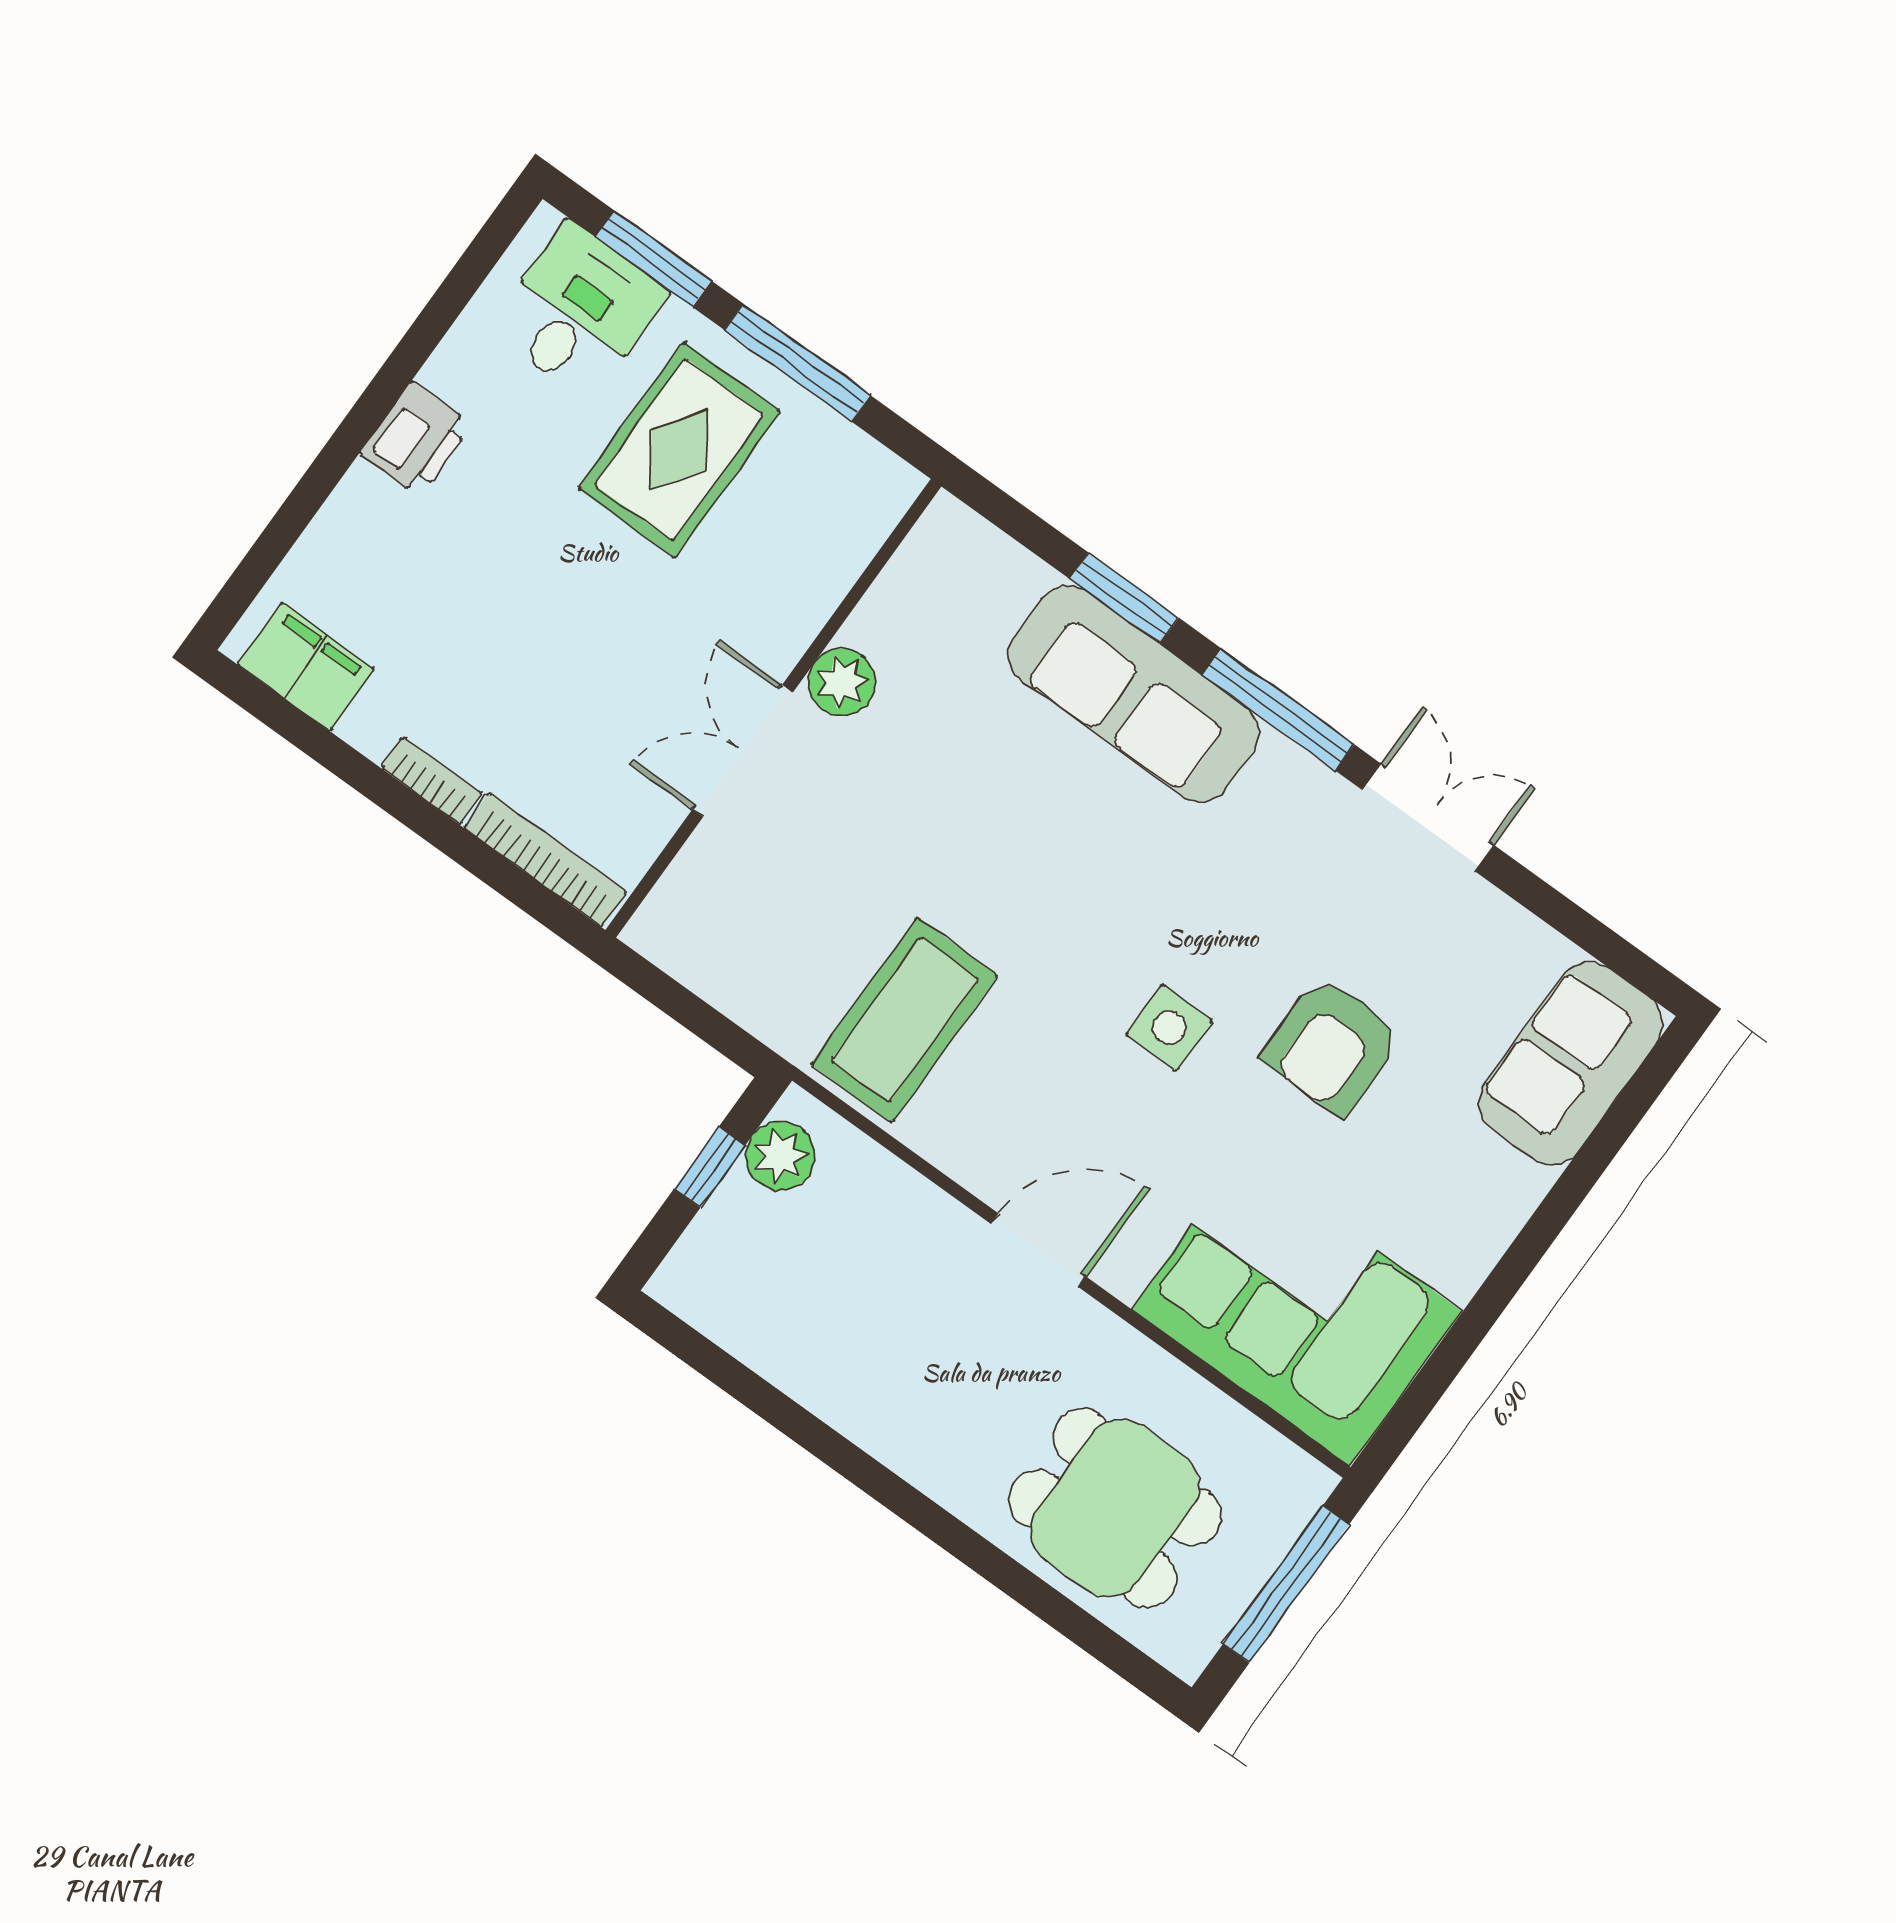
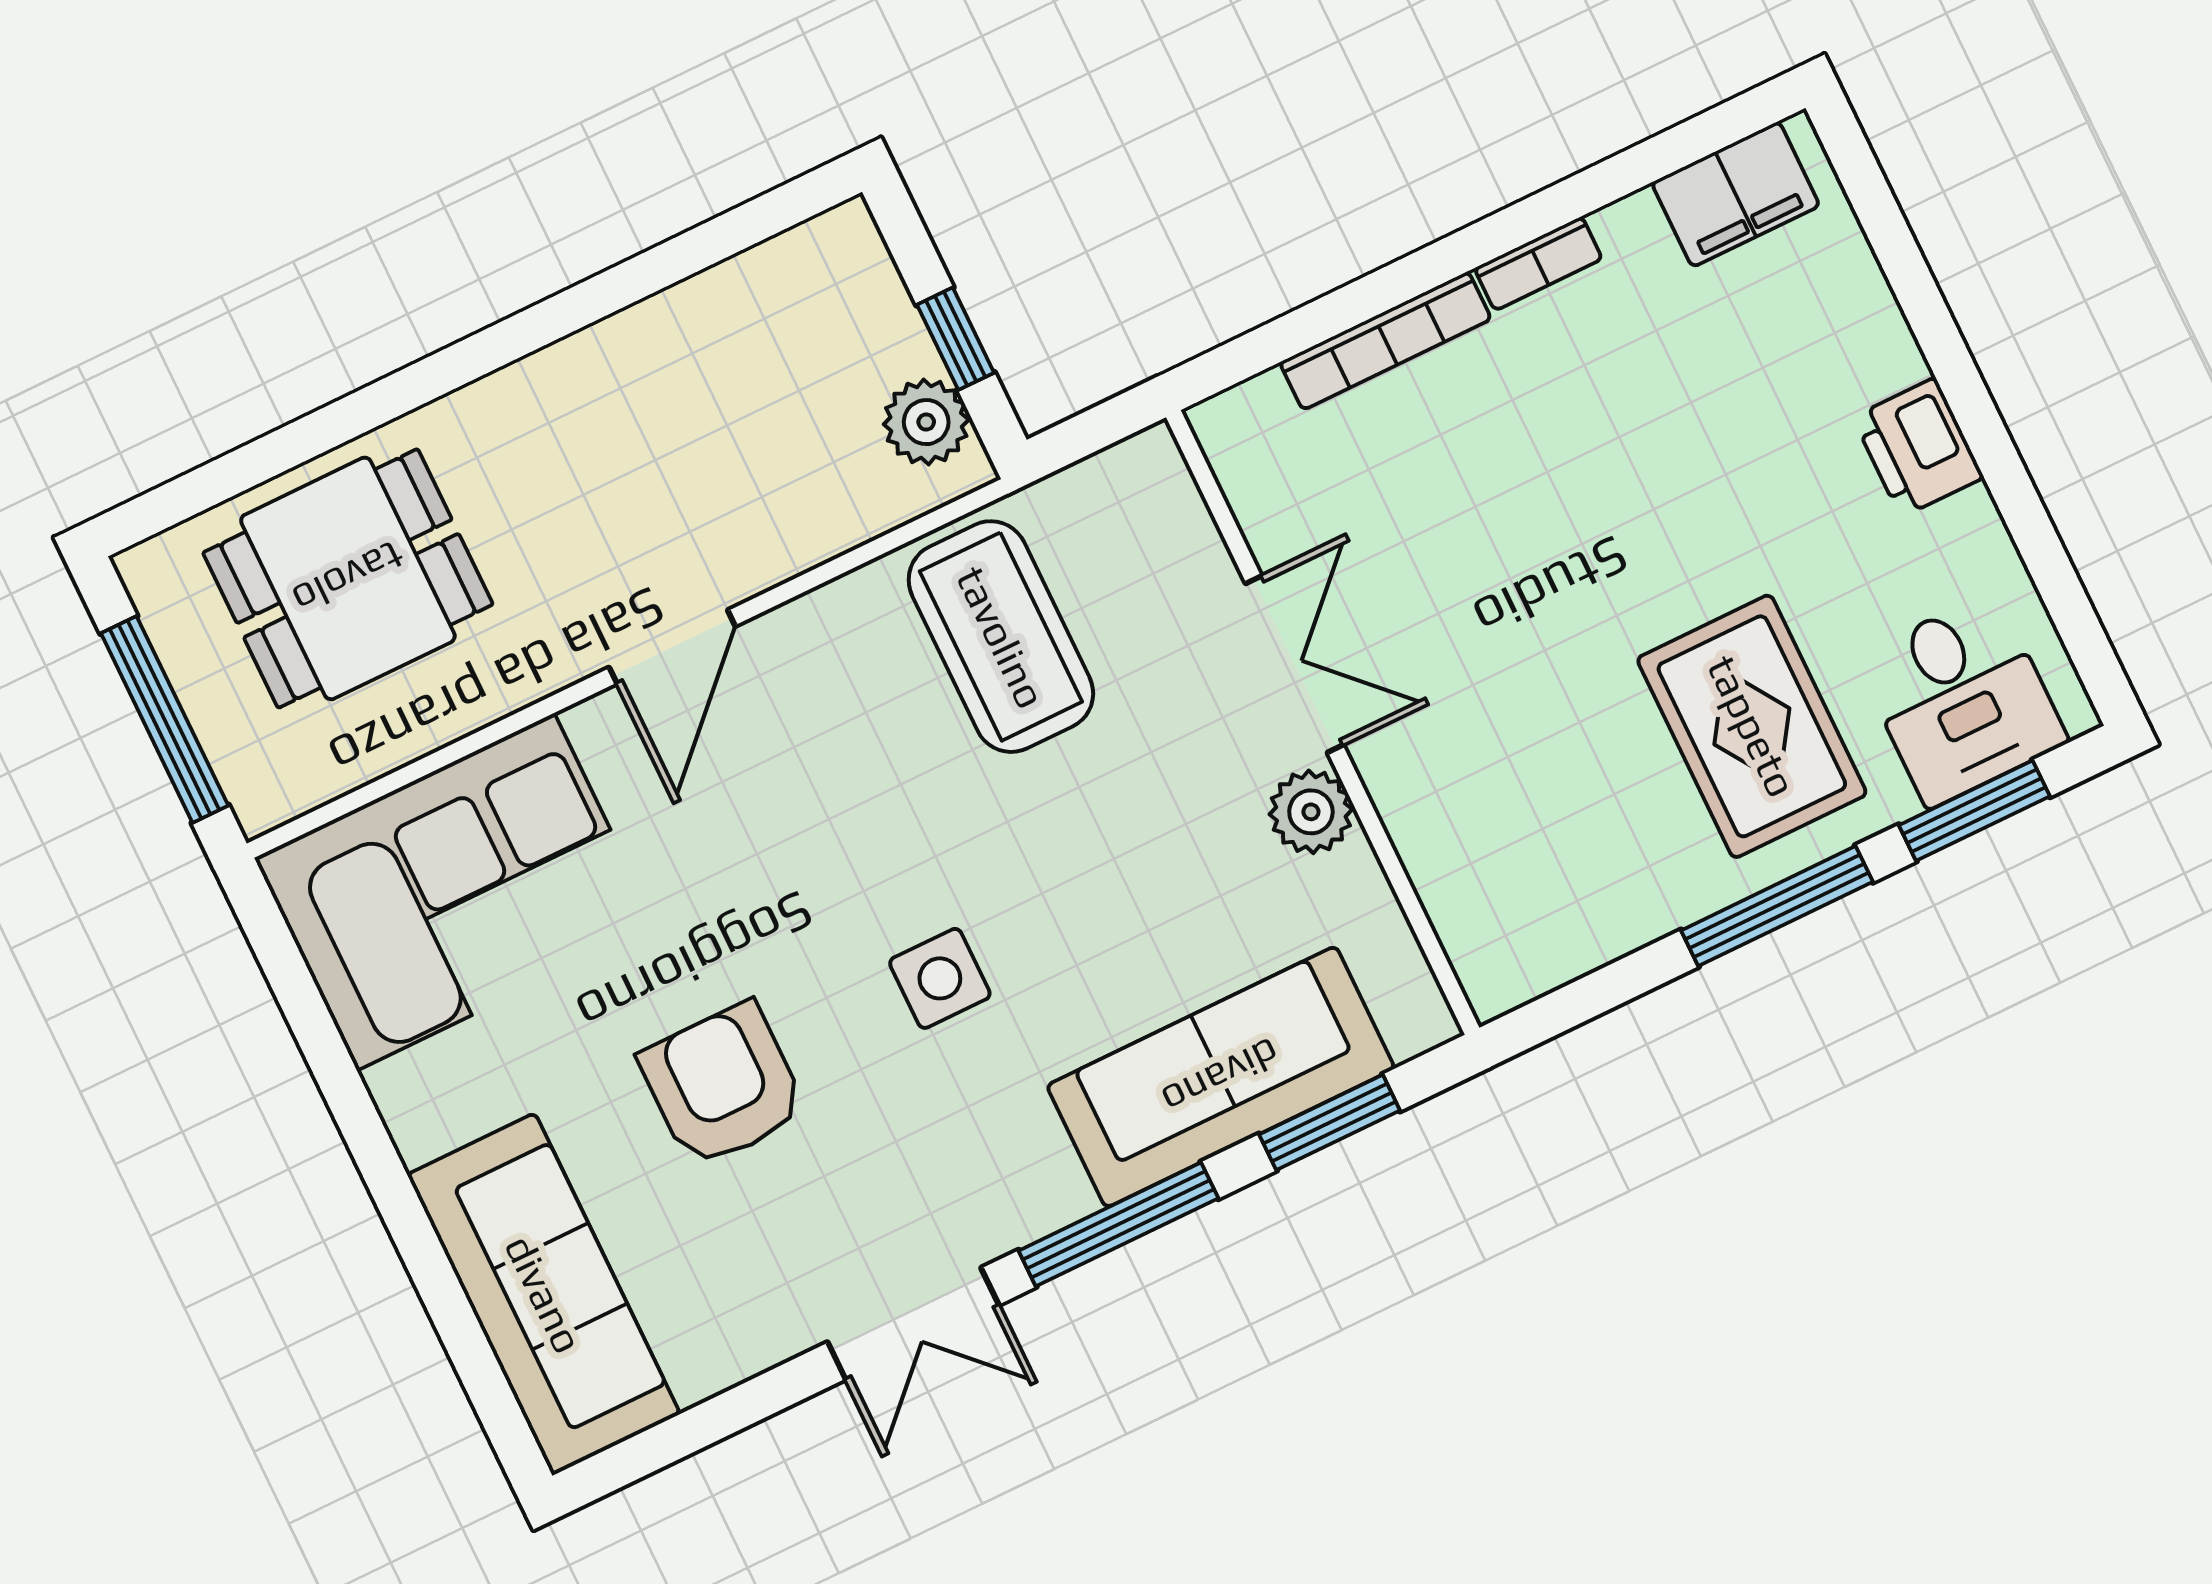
plant: (842, 682) -> (1311, 812), moved
wall: (773, 708) -> (1323, 722), moved
double door: (743, 751) -> (1295, 664), moved
side table: (1169, 1028) -> (940, 978), moved
sofa: (1571, 1063) -> (544, 1294), width x1.36

